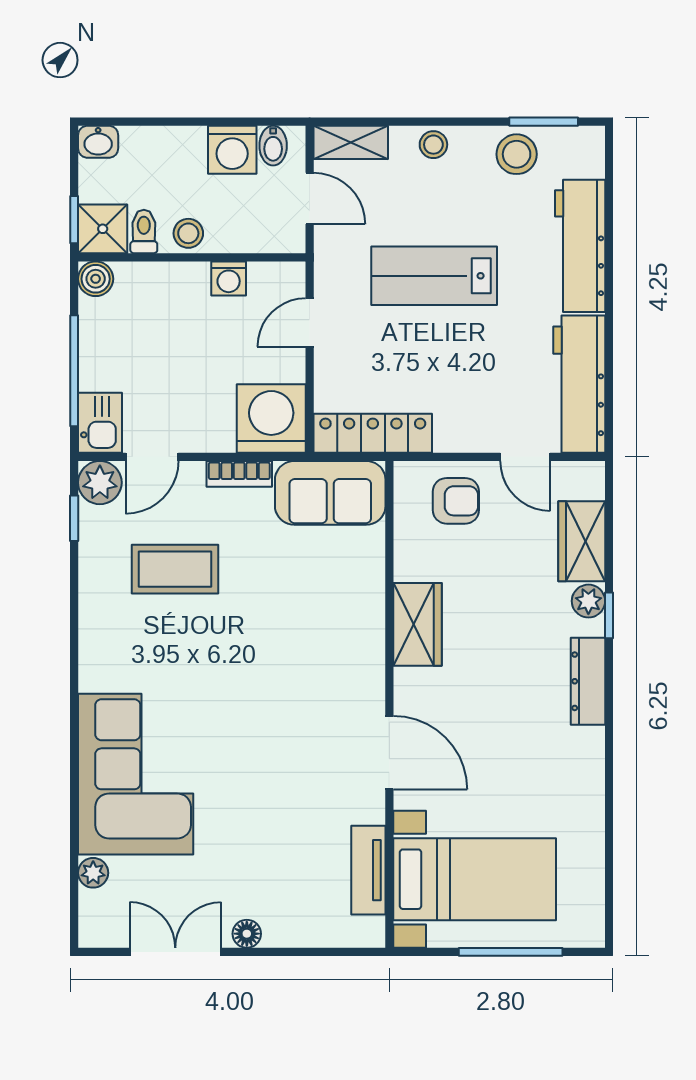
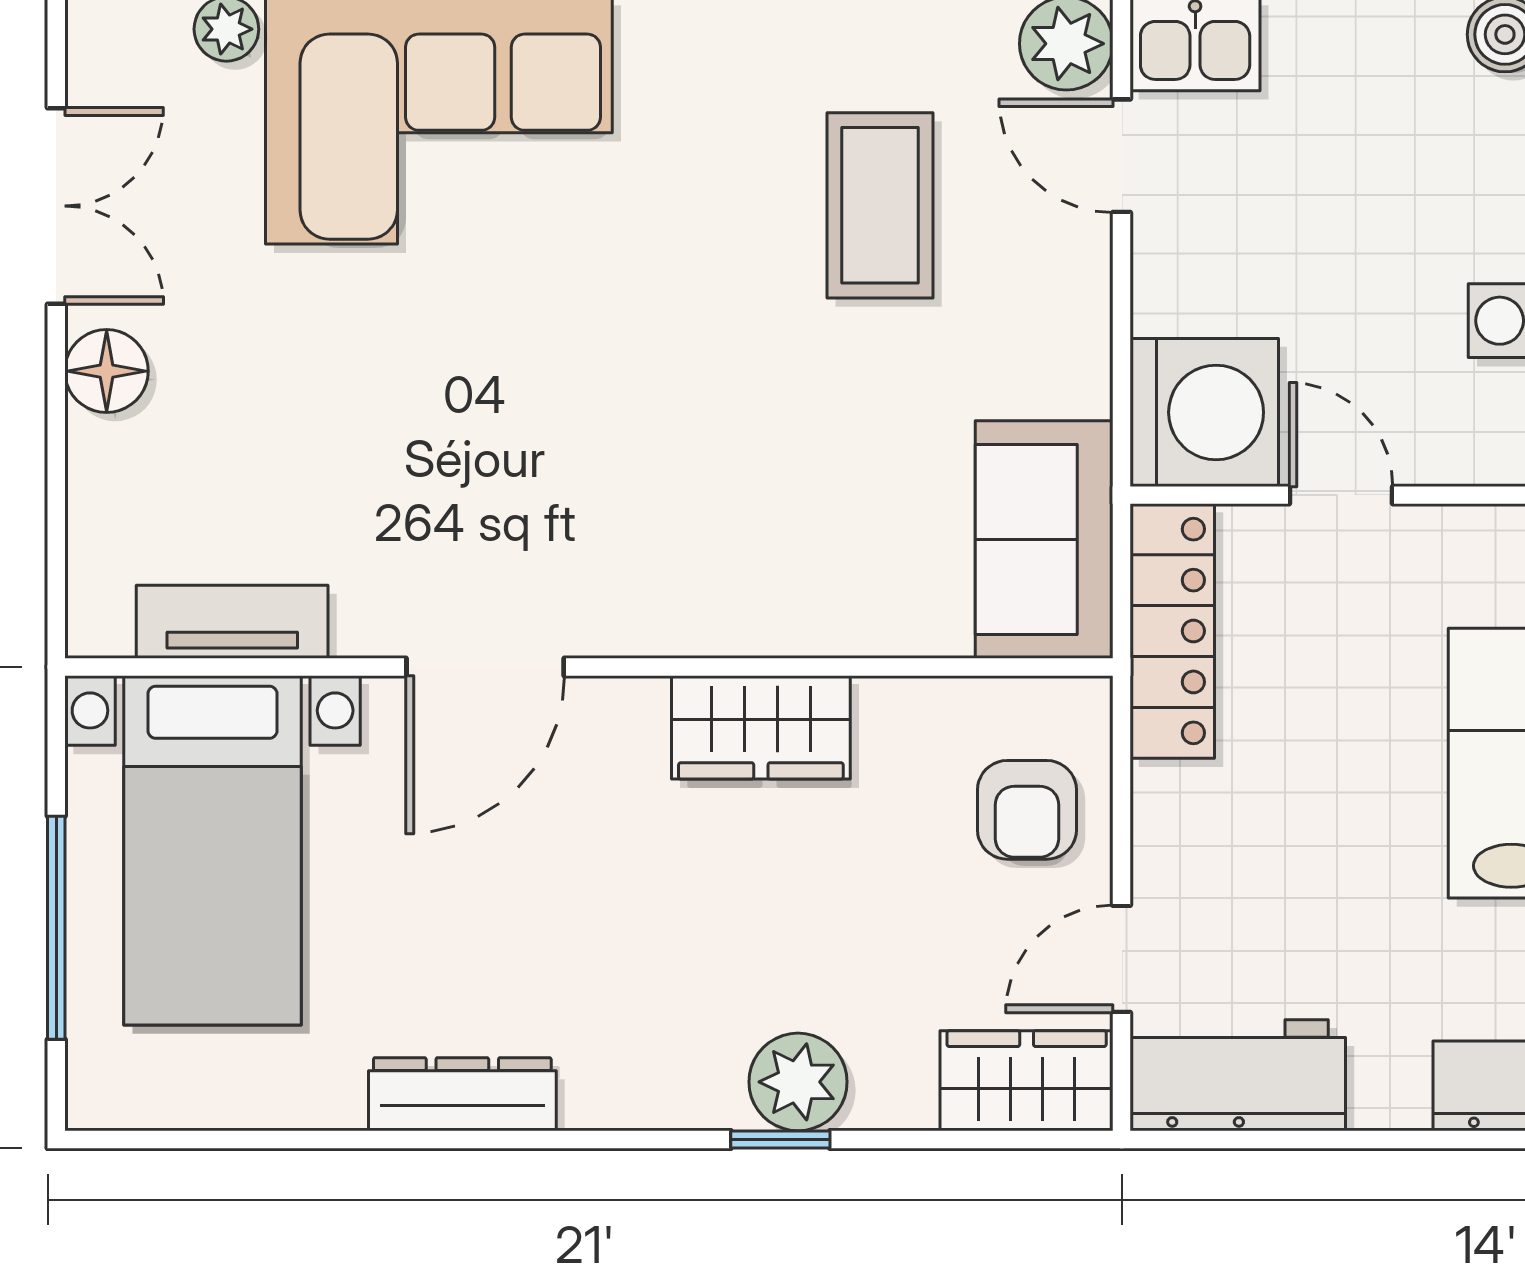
door: (310, 322) -> (1341, 495), moved
workbench: (579, 384) -> (1238, 1075), width x0.73
bookcase: (239, 474) -> (1085, 344), removed
wardrobe: (582, 541) -> (1027, 1081), moved
plant: (588, 601) -> (798, 1082), width x1.38, depth x1.38
dresser: (588, 681) -> (462, 1094), moved
floor lamp: (247, 934) -> (107, 371), width x1.37, depth x1.37

